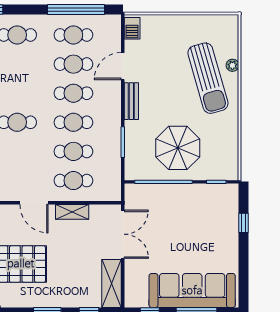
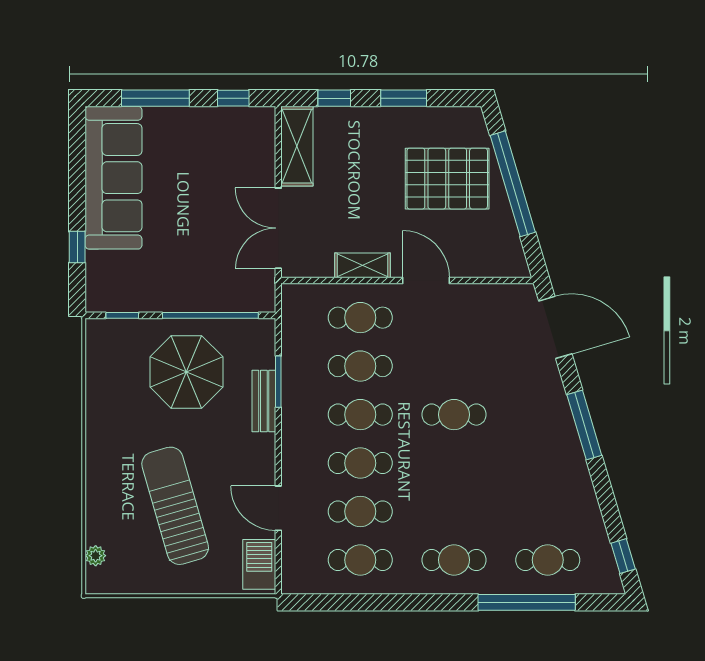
window: (76, 9) -> (356, 602), removed
barbecue: (132, 28) -> (259, 564), width x1.38, depth x1.27
plant: (232, 65) -> (96, 556), moved
door: (123, 66) -> (278, 508), swing flipped
sun lounger: (208, 78) -> (175, 506), moved
bench: (131, 101) -> (264, 401), moved
sofa: (192, 291) -> (114, 178), moved, turned -90

